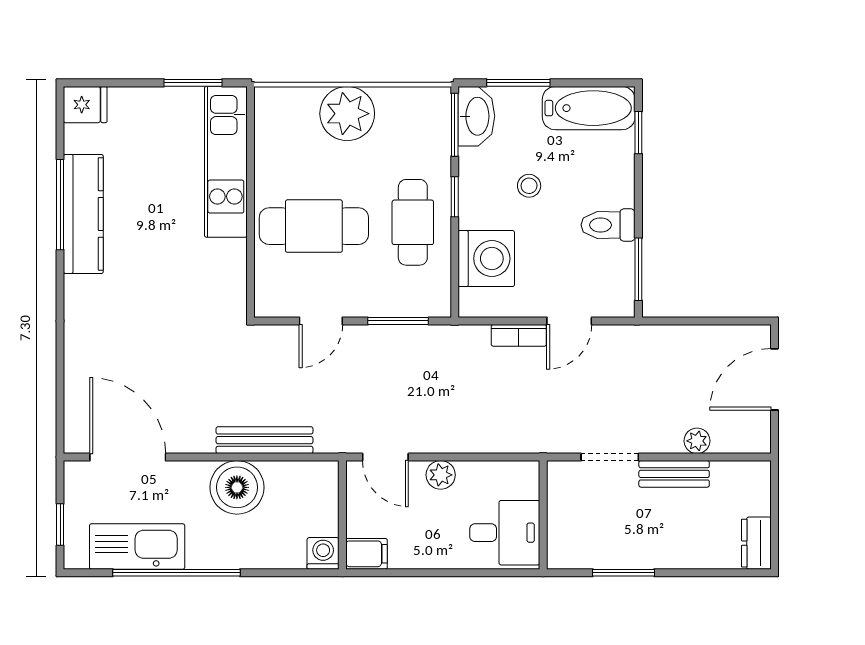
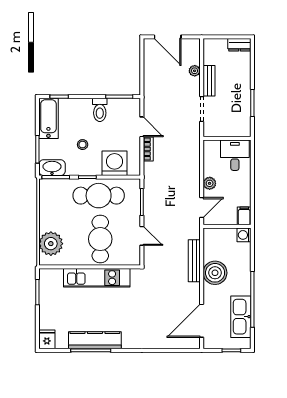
plant: (347, 114) -> (51, 244), moved
kitchen unit: (226, 162) -> (97, 278), moved
cafe table: (413, 222) -> (99, 196), width x1.37, depth x1.35

